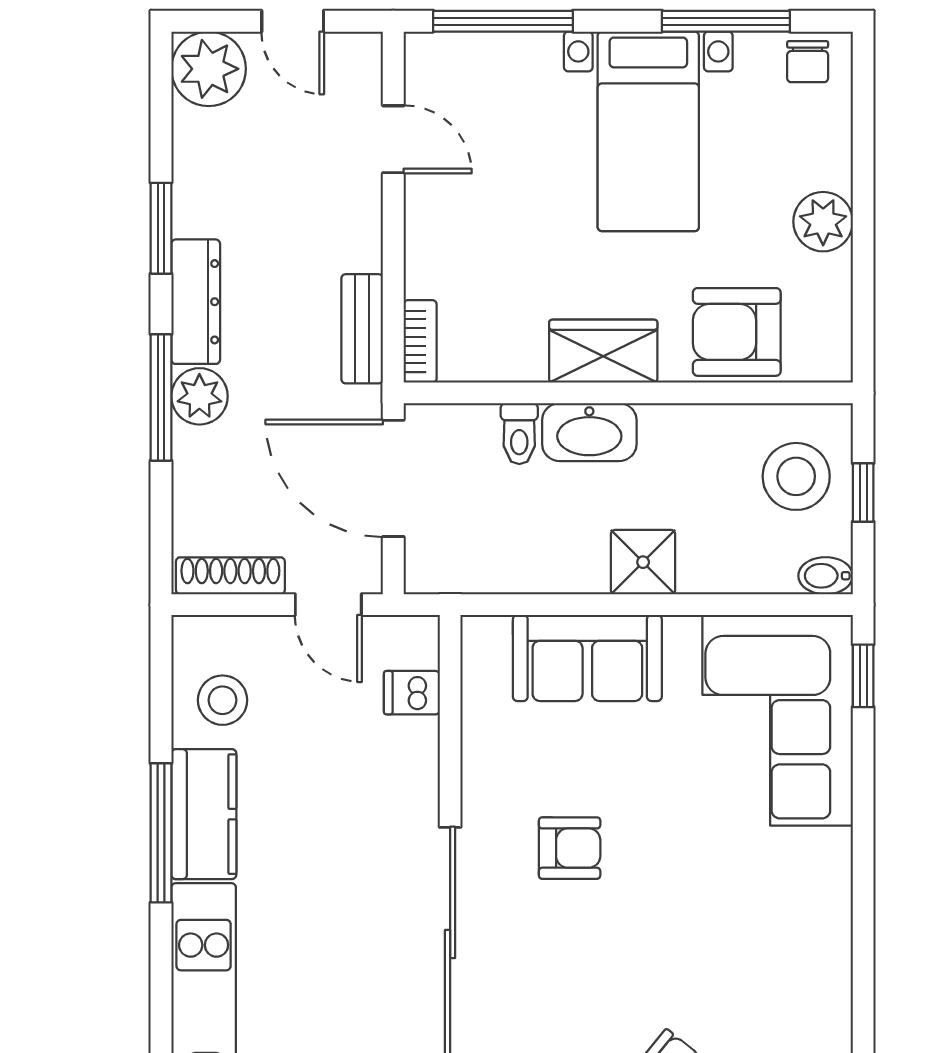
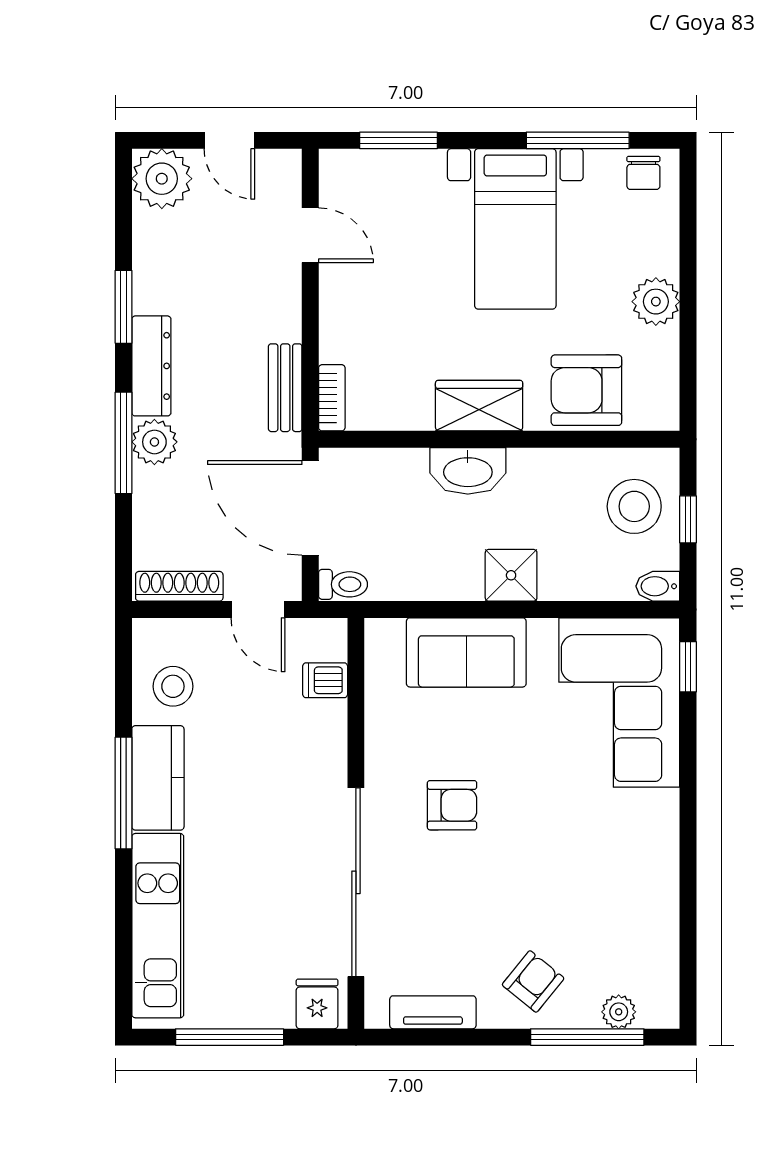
window: (503, 21) -> (398, 140), width x0.69
toilet: (519, 434) -> (343, 584), moved, turned -90

